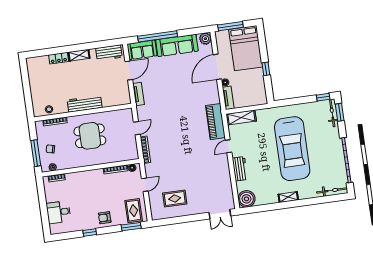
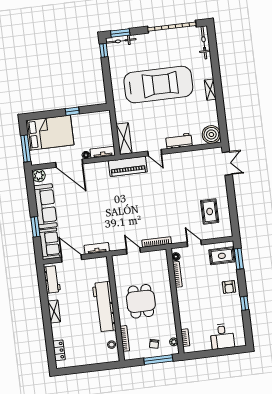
window: (158, 36) -> (35, 227), width x0.47
locker: (59, 58) -> (59, 350), moved
workbench: (85, 104) -> (104, 307), width x1.36, depth x1.32

